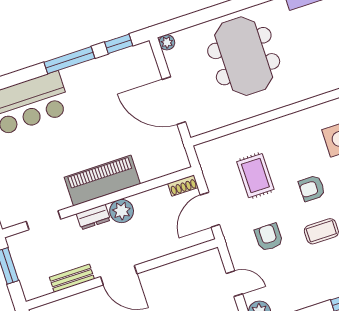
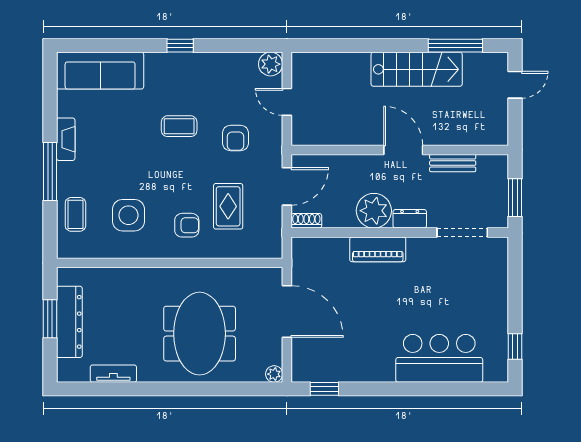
window: (69, 60) -> (381, 389), removed
piano: (102, 181) -> (378, 249), width x0.73, depth x0.75
armchair: (312, 188) -> (187, 225), moved
plant: (122, 211) -> (374, 211), width x1.36, depth x1.36
doorway: (43, 220) -> (462, 232), width x1.38

